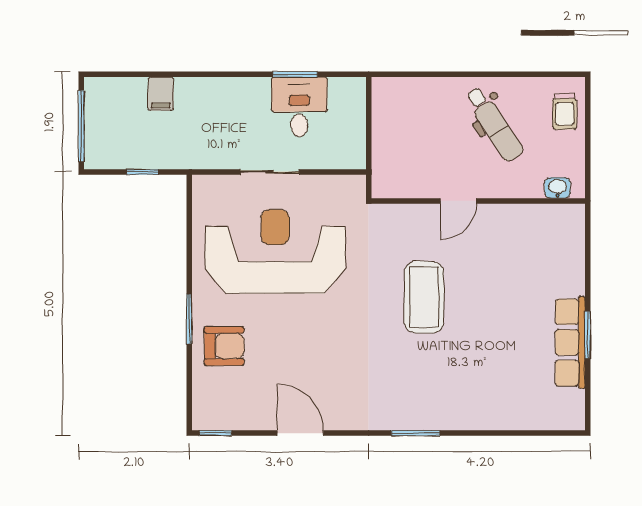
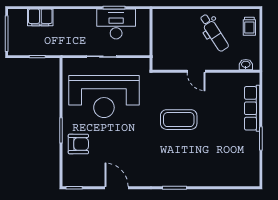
filing cabinet: (161, 94) -> (40, 17), width x2.00
desk: (299, 107) -> (116, 24), width x1.37
door: (458, 201) -> (196, 71), hinge flipped
reception desk: (275, 251) -> (104, 97), turned 180
coffee table: (424, 297) -> (179, 120), turned 90
row of seats: (570, 342) -> (252, 108), moved

